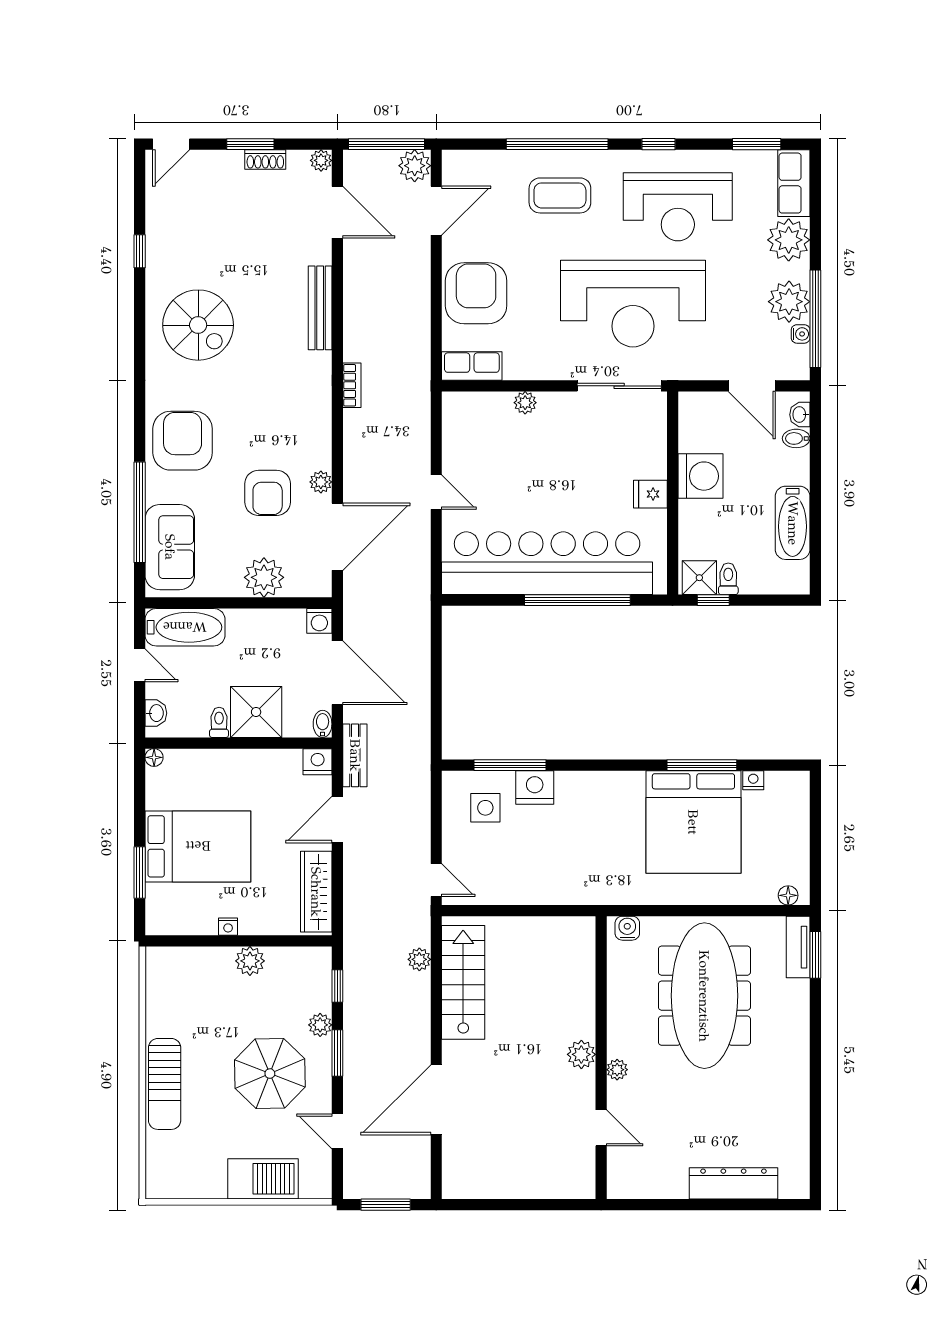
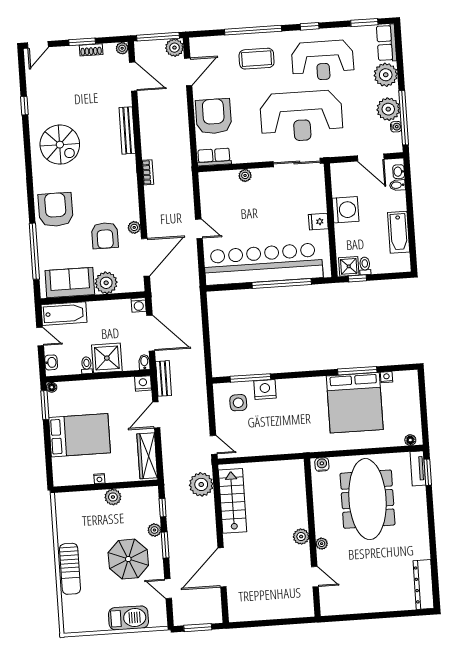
sofa: (170, 547) -> (70, 283), moved, turned -90
window: (140, 873) -> (45, 405), moved
plant: (419, 959) -> (201, 484), width x1.88, depth x1.88
dresser: (733, 1183) -> (424, 584), moved, turned -90

